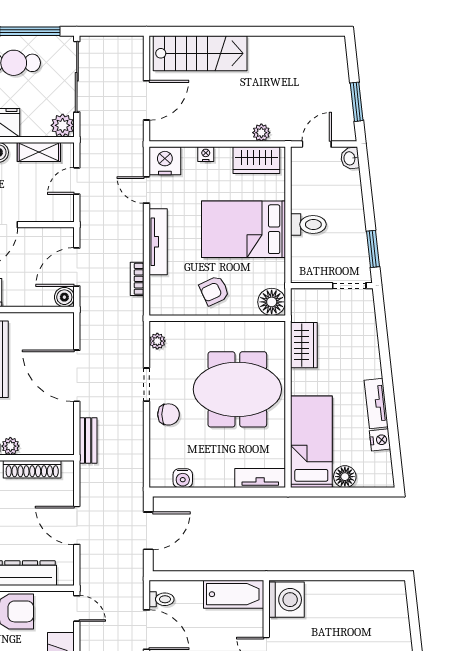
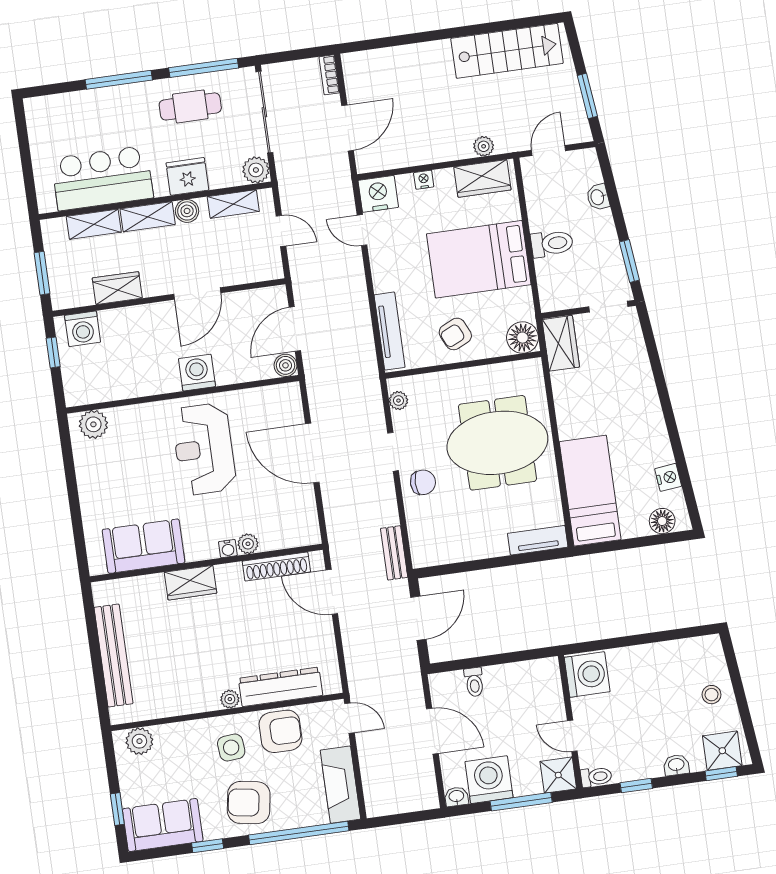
stairs: (200, 53) -> (507, 51), moved
washbasin: (350, 158) -> (598, 197), moved
door: (77, 181) -> (281, 231), swing flipped
tv unit: (158, 242) -> (390, 331), moved
bookcase: (137, 279) -> (329, 75), moved
wardrobe: (304, 345) -> (561, 343), moved
tv unit: (376, 404) -> (658, 437), removed
bench: (88, 440) -> (394, 553), moved
floor lamp: (345, 477) -> (662, 521), moved
water cooler: (183, 478) -> (449, 553), removed
door: (77, 525) -> (332, 592), moved
bathtub: (234, 594) -> (526, 677), removed
toilet: (162, 599) -> (474, 682), moved, turned 90
stool: (391, 632) -> (711, 695), added

